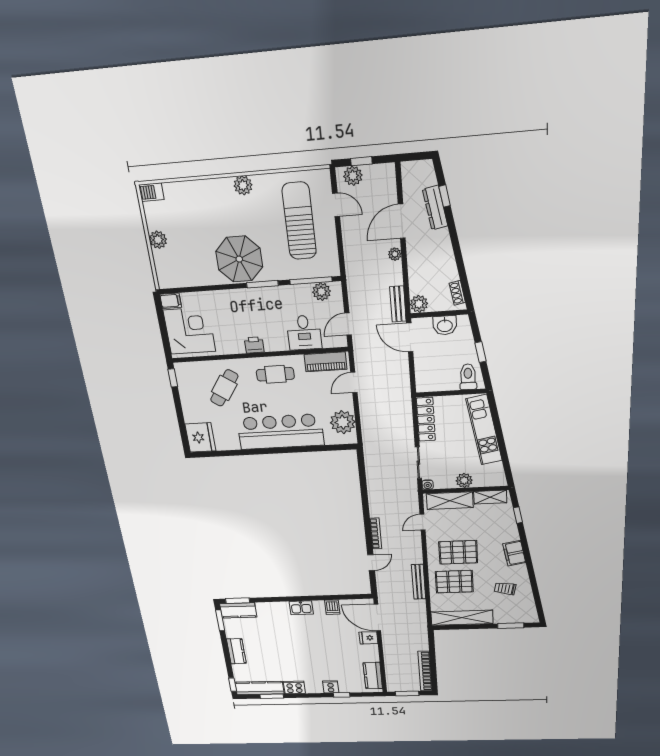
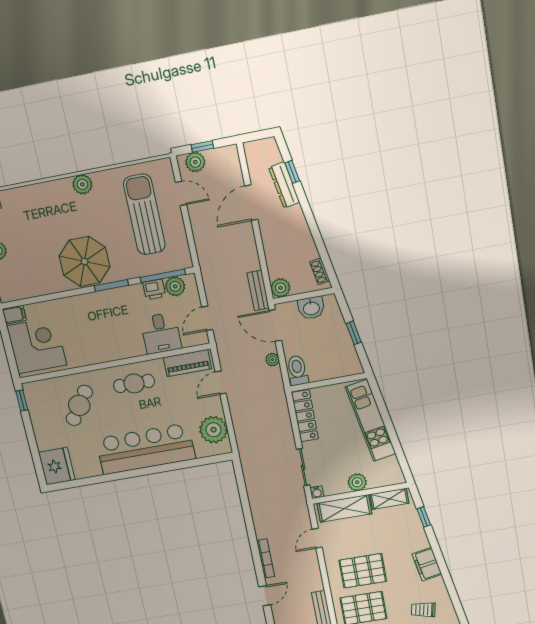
plant: (395, 254) -> (272, 360), moved
printer: (254, 345) -> (154, 289), moved, turned 180
toilet: (468, 377) -> (297, 370), moved

